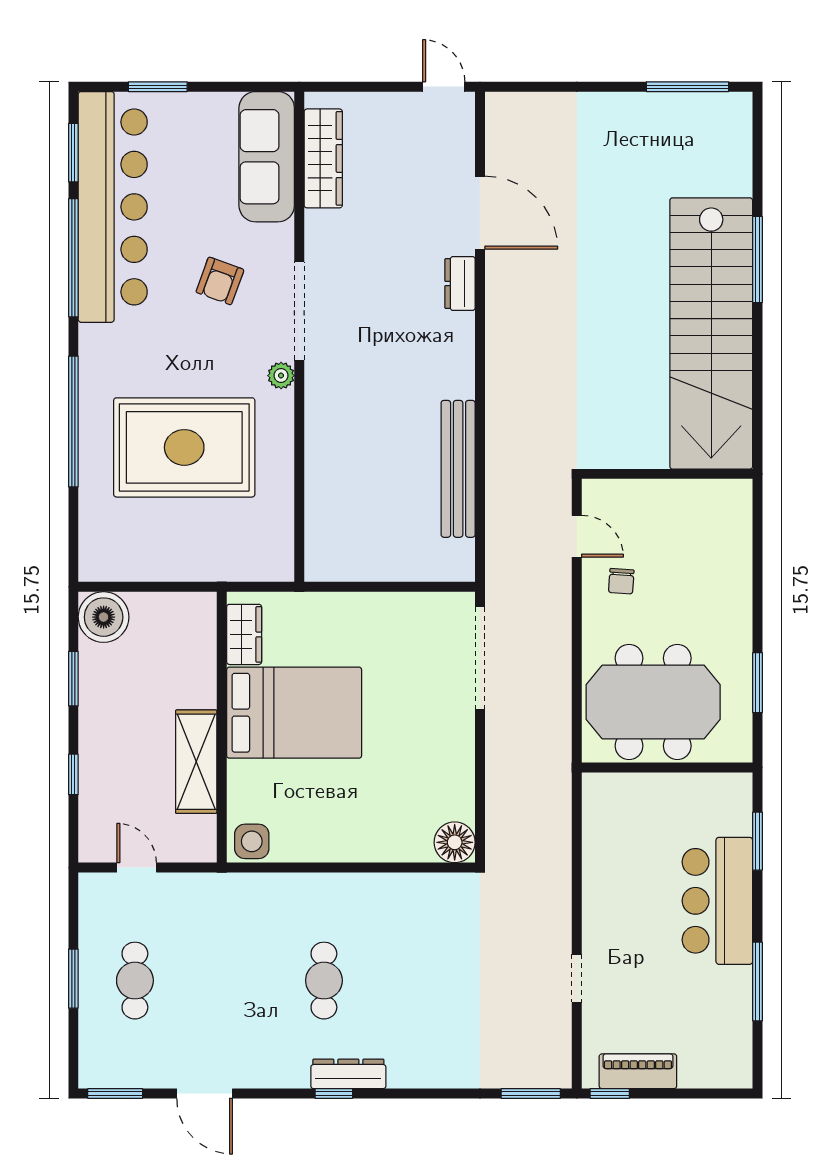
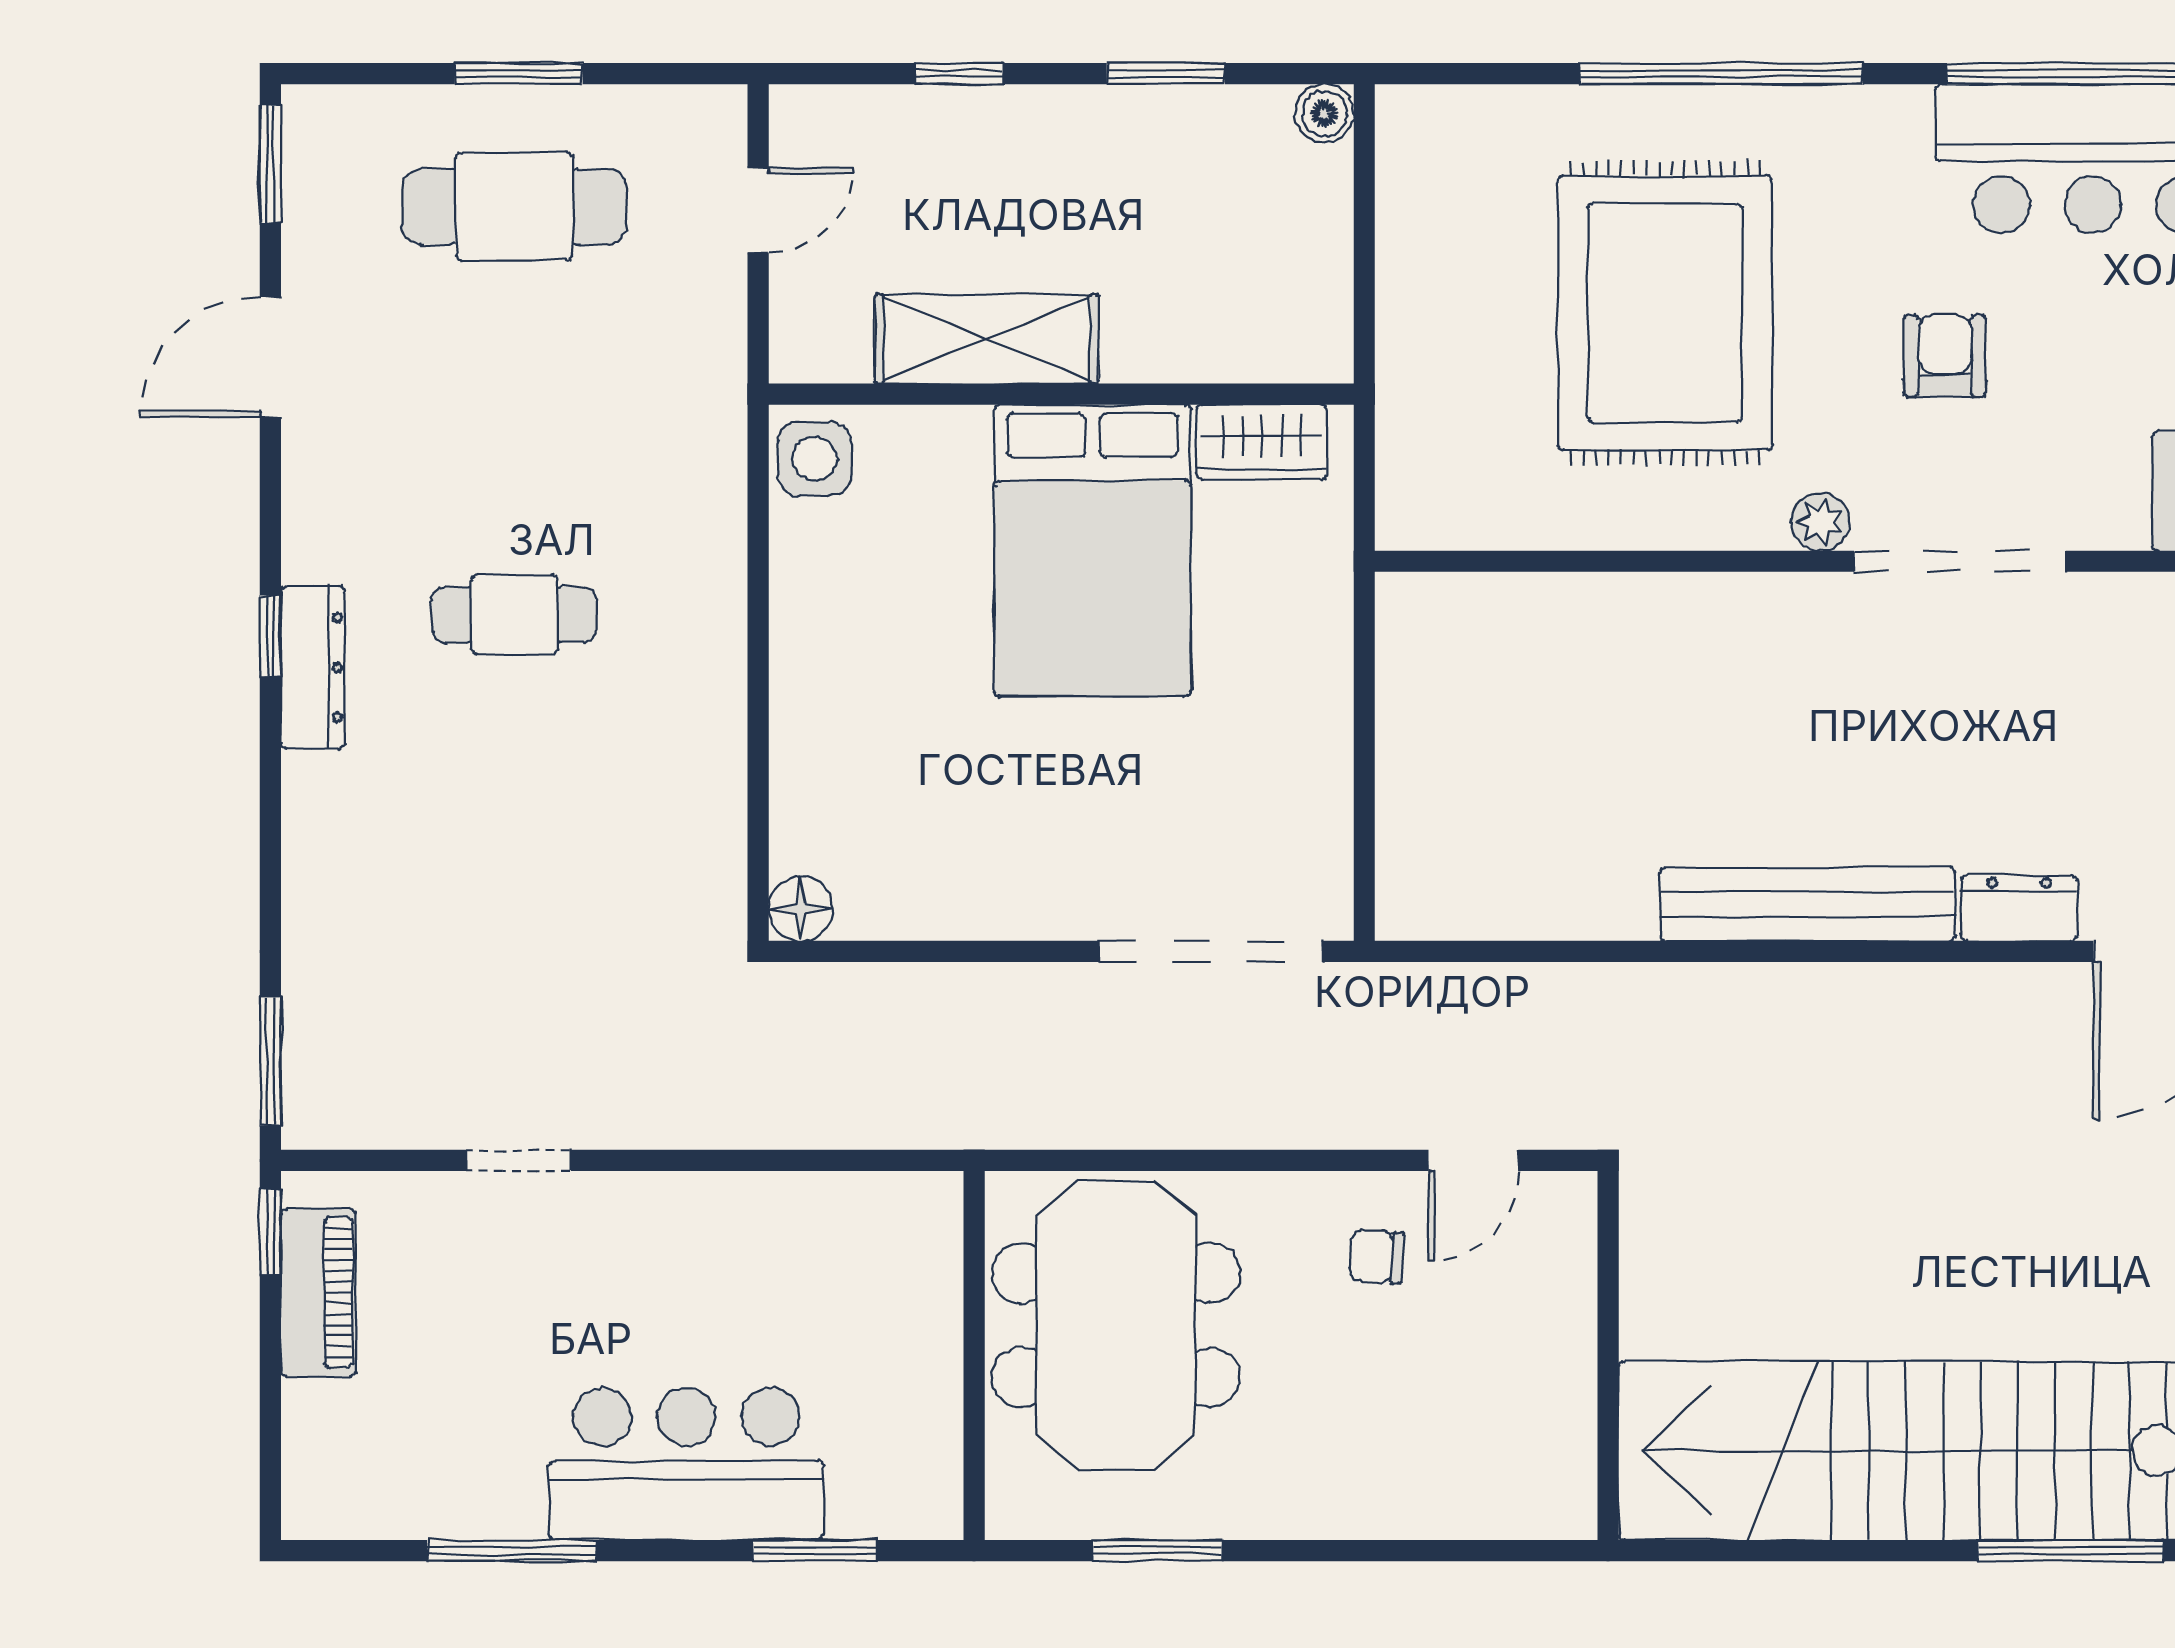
armchair: (220, 281) -> (1945, 356), moved, turned 70
bench: (458, 469) -> (1808, 904), moved
boiler: (104, 617) -> (1324, 113), width x0.54, depth x0.54
floor lamp: (455, 842) -> (801, 909), width x0.73, depth x0.73
cafe table: (135, 981) -> (514, 206), width x1.37, depth x1.35

